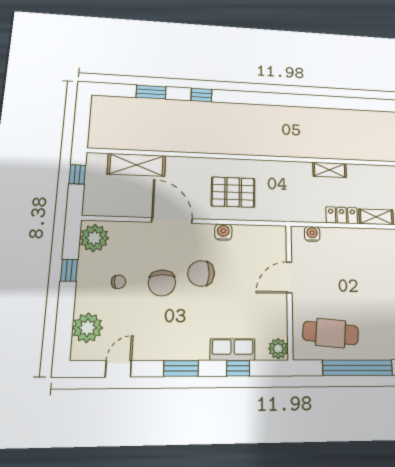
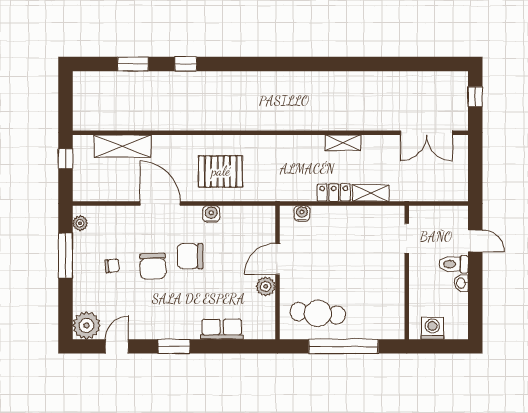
shelving: (330, 170) -> (343, 143), moved
plant: (94, 238) -> (80, 223), width x0.53, depth x0.53
window: (69, 270) -> (66, 255), width x2.17
plant: (87, 328) -> (86, 325), moved
plant: (278, 349) -> (266, 286), moved
window: (238, 368) -> (227, 346), removed

